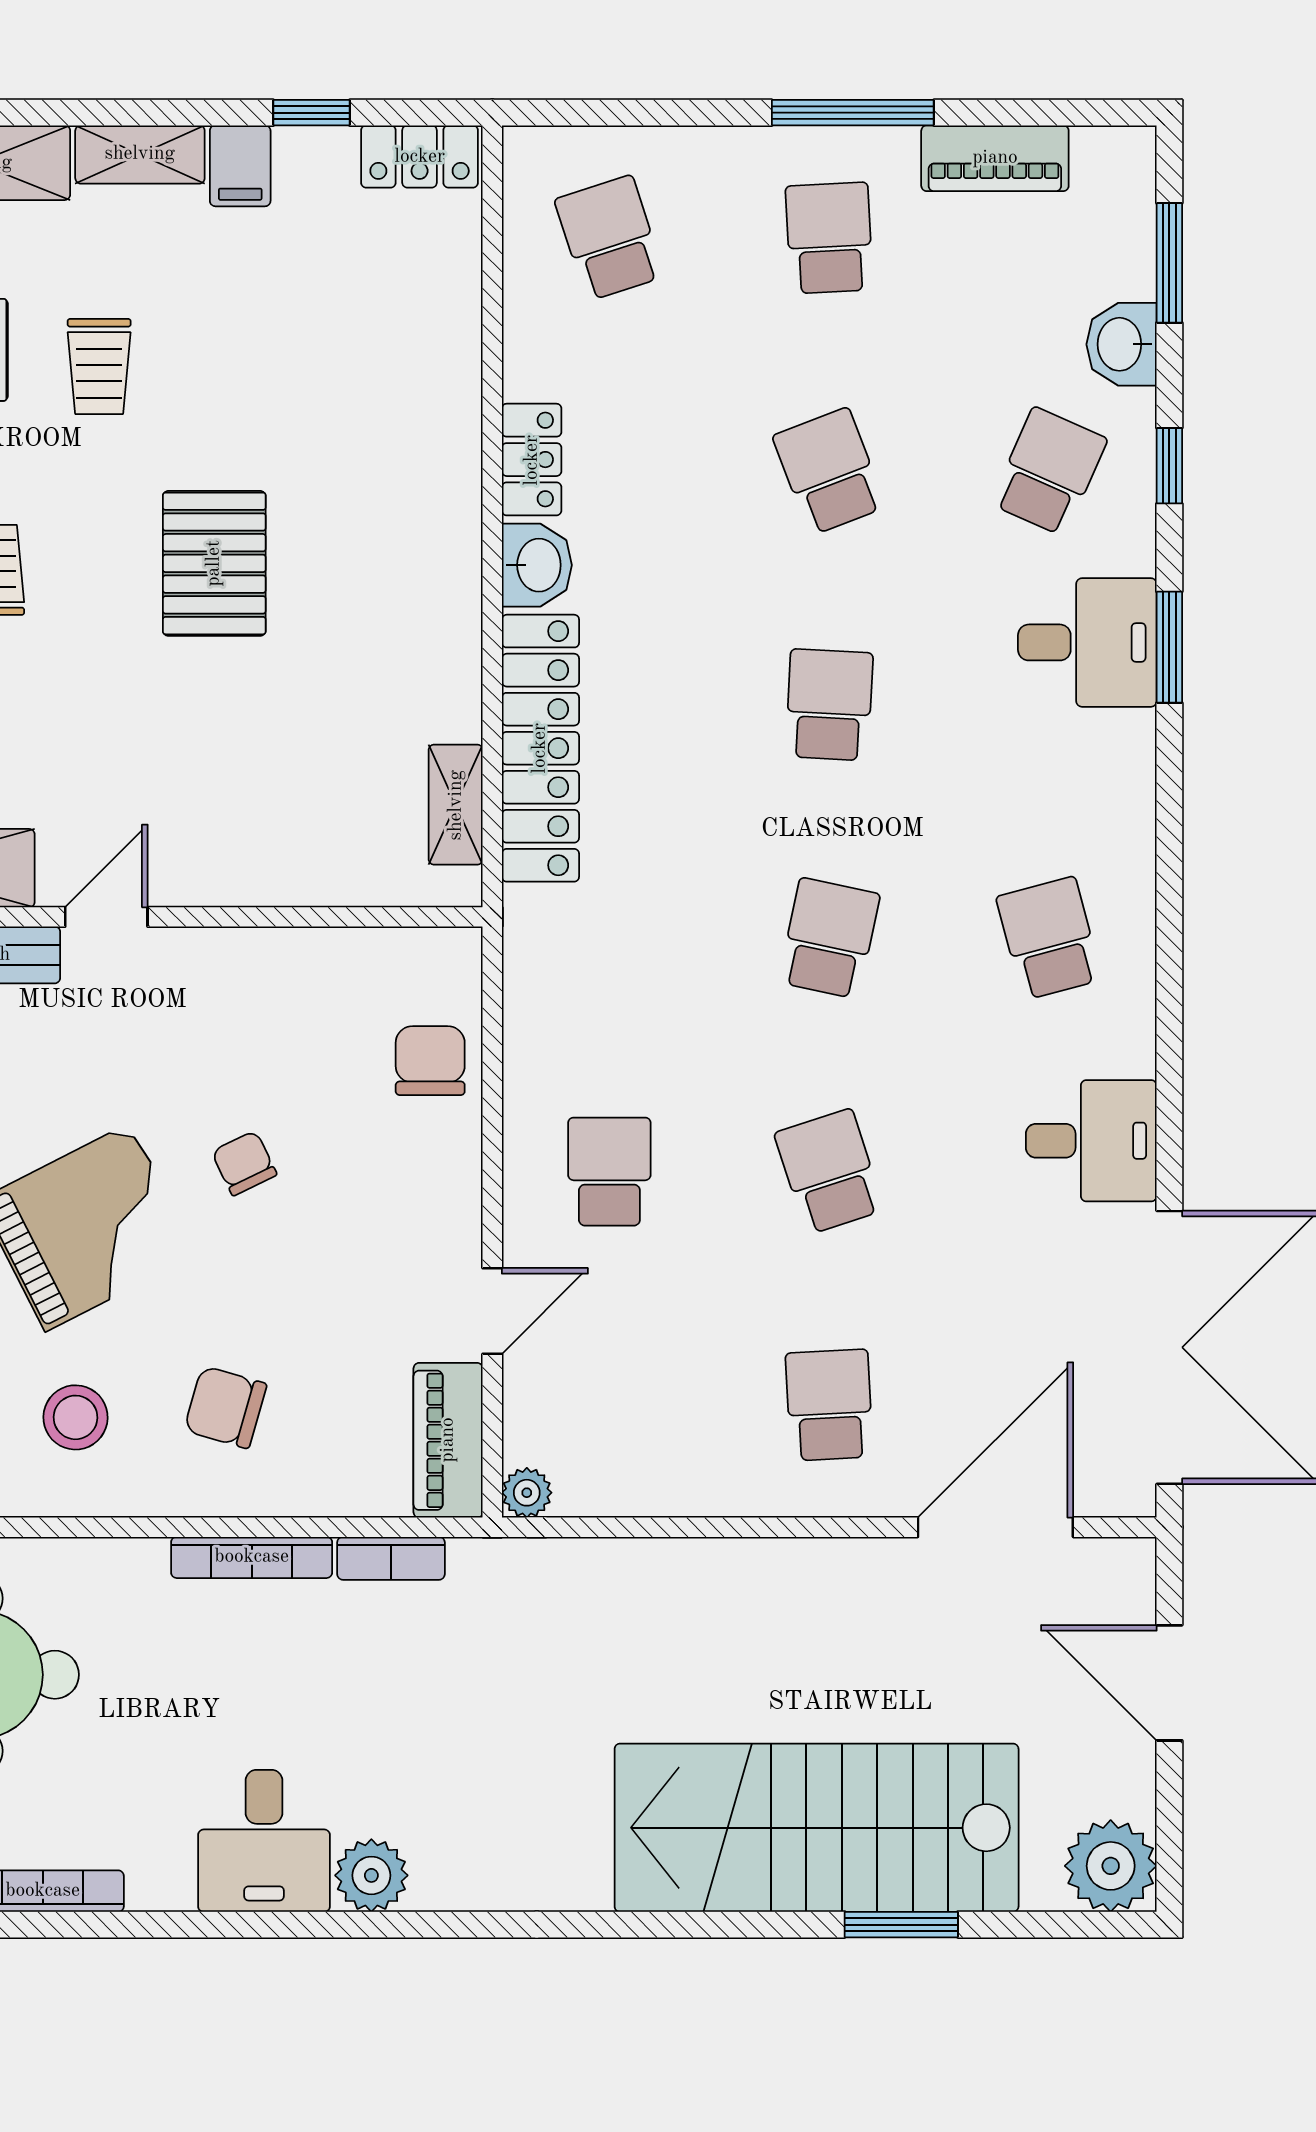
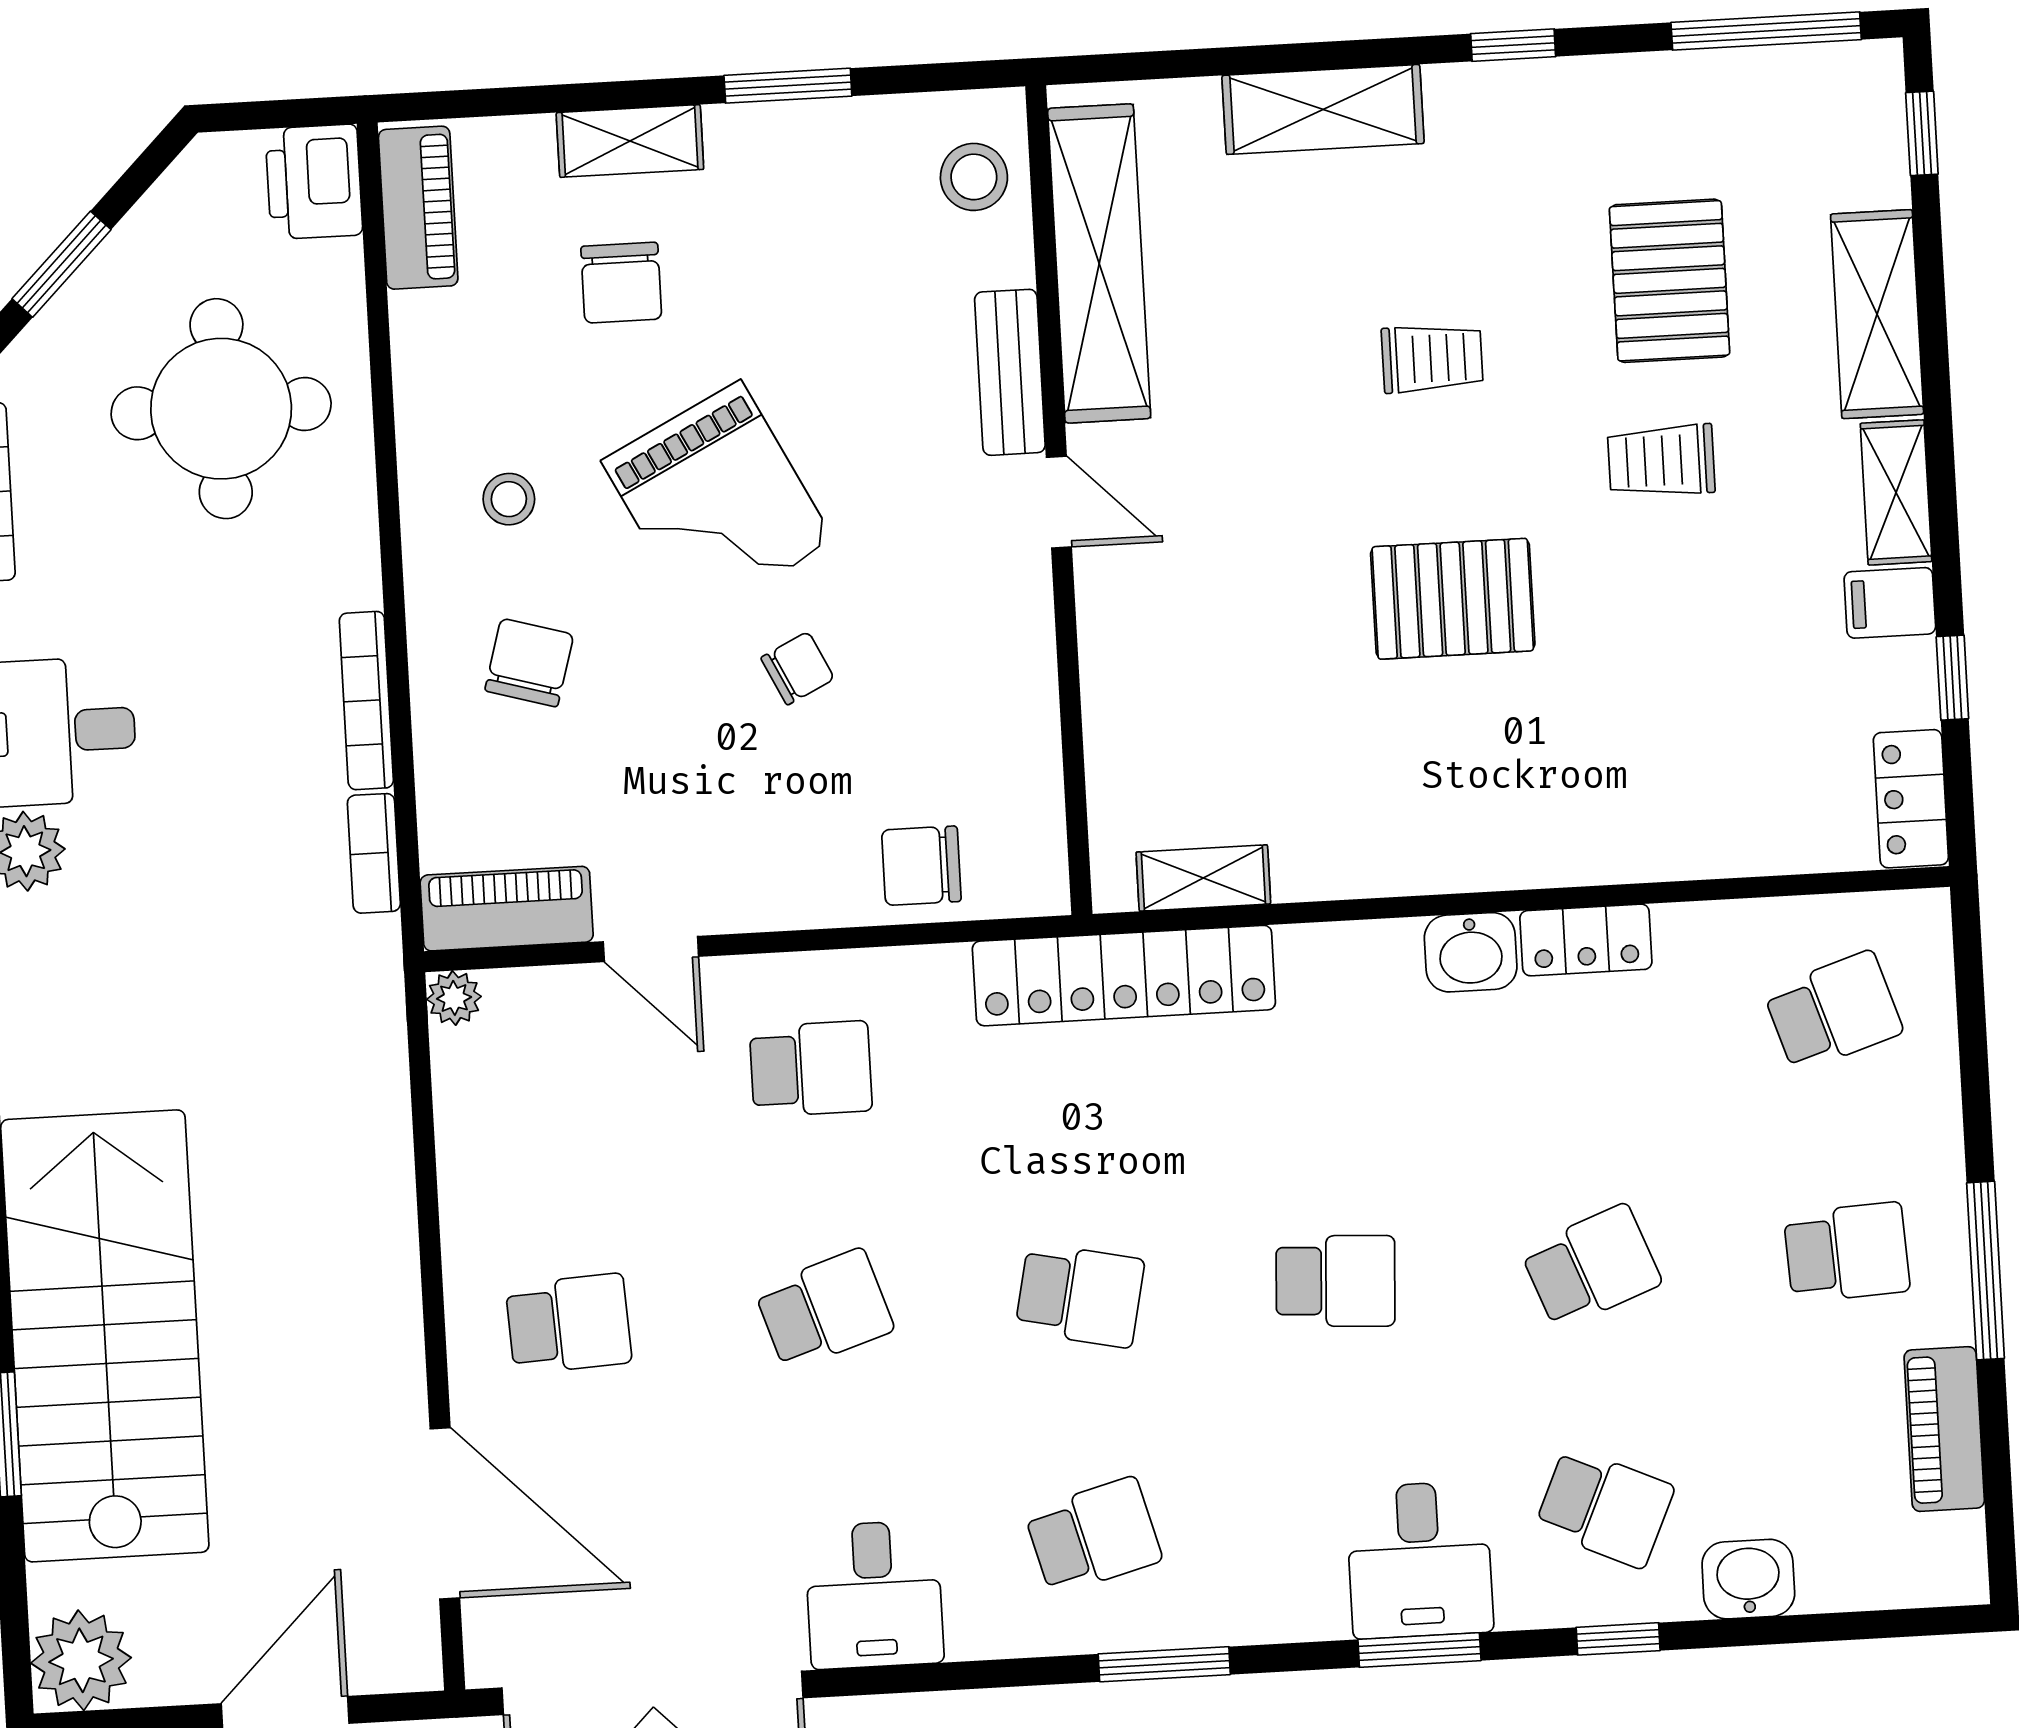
window: (1169, 263) -> (1164, 1664), moved
locker: (540, 748) -> (1124, 976), moved
chair: (430, 1061) -> (921, 866), turned 180
stool: (76, 1417) -> (509, 499), width x0.73, depth x0.73

